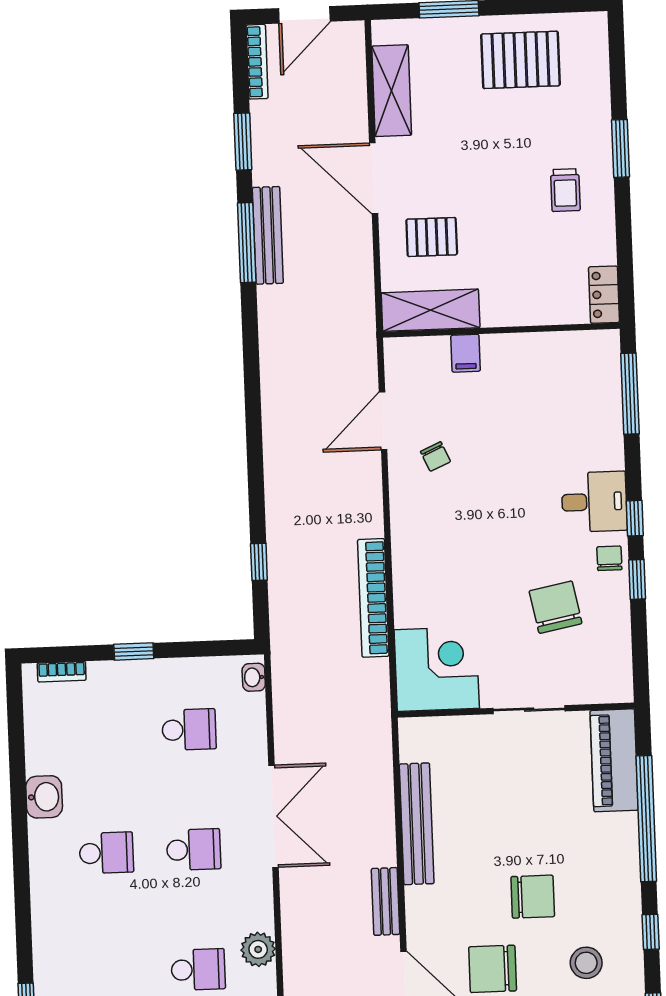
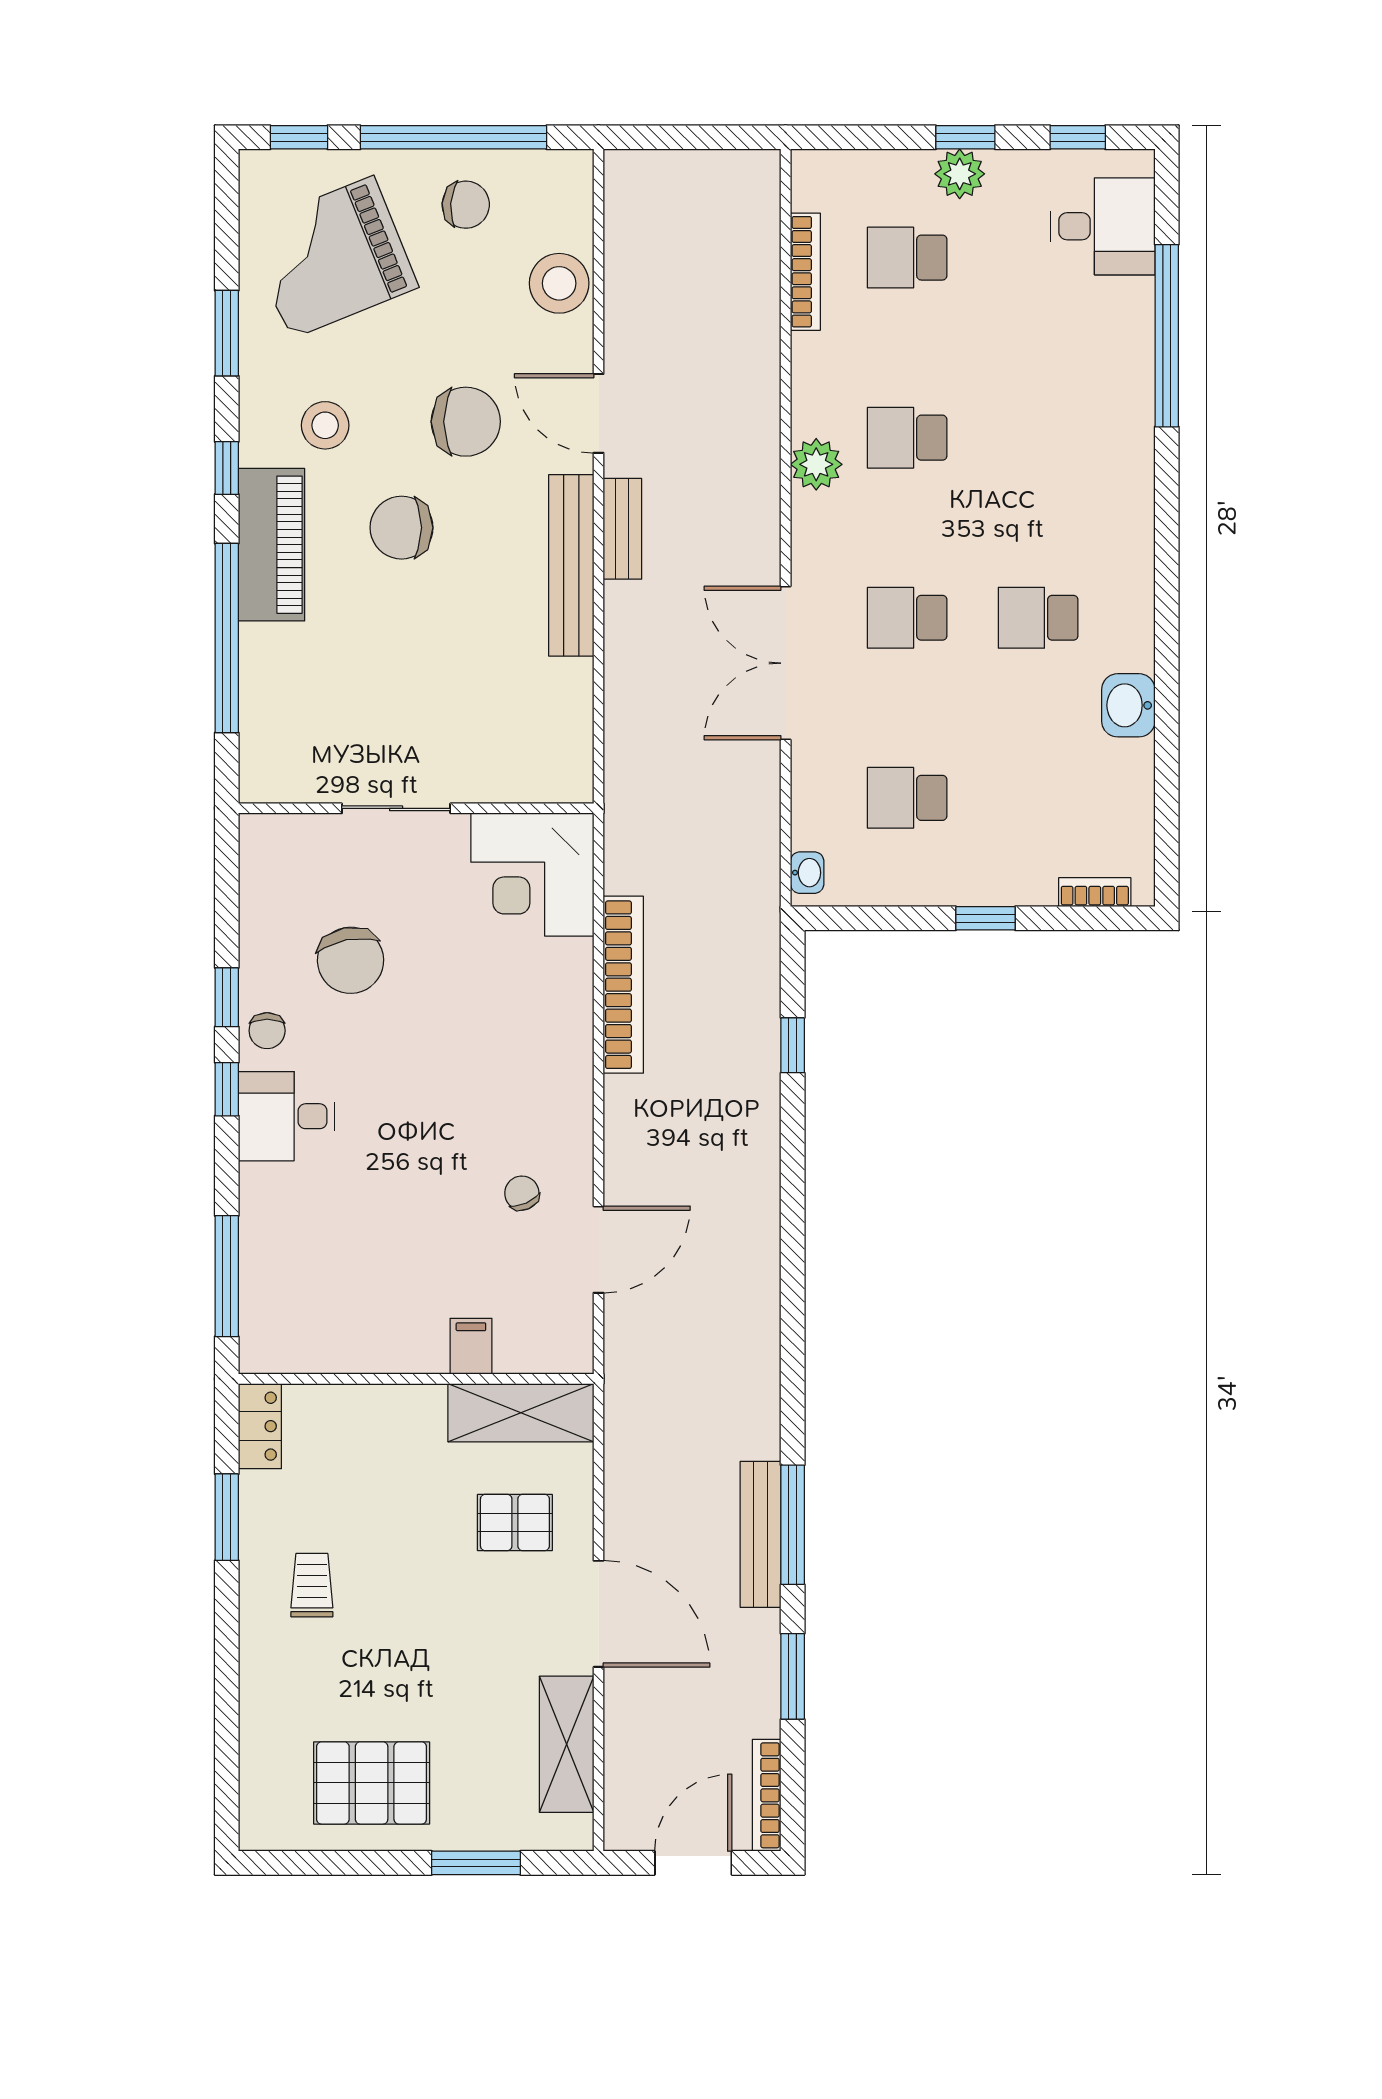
window: (621, 148) -> (227, 1517), moved
piano: (614, 760) -> (272, 545), moved
bench: (417, 824) -> (571, 565), moved

